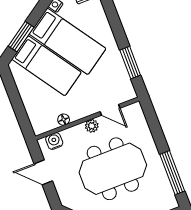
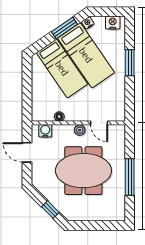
window: (21, 37) -> (64, 28), moved
window: (130, 63) -> (130, 63), moved
window: (172, 173) -> (130, 177), moved

